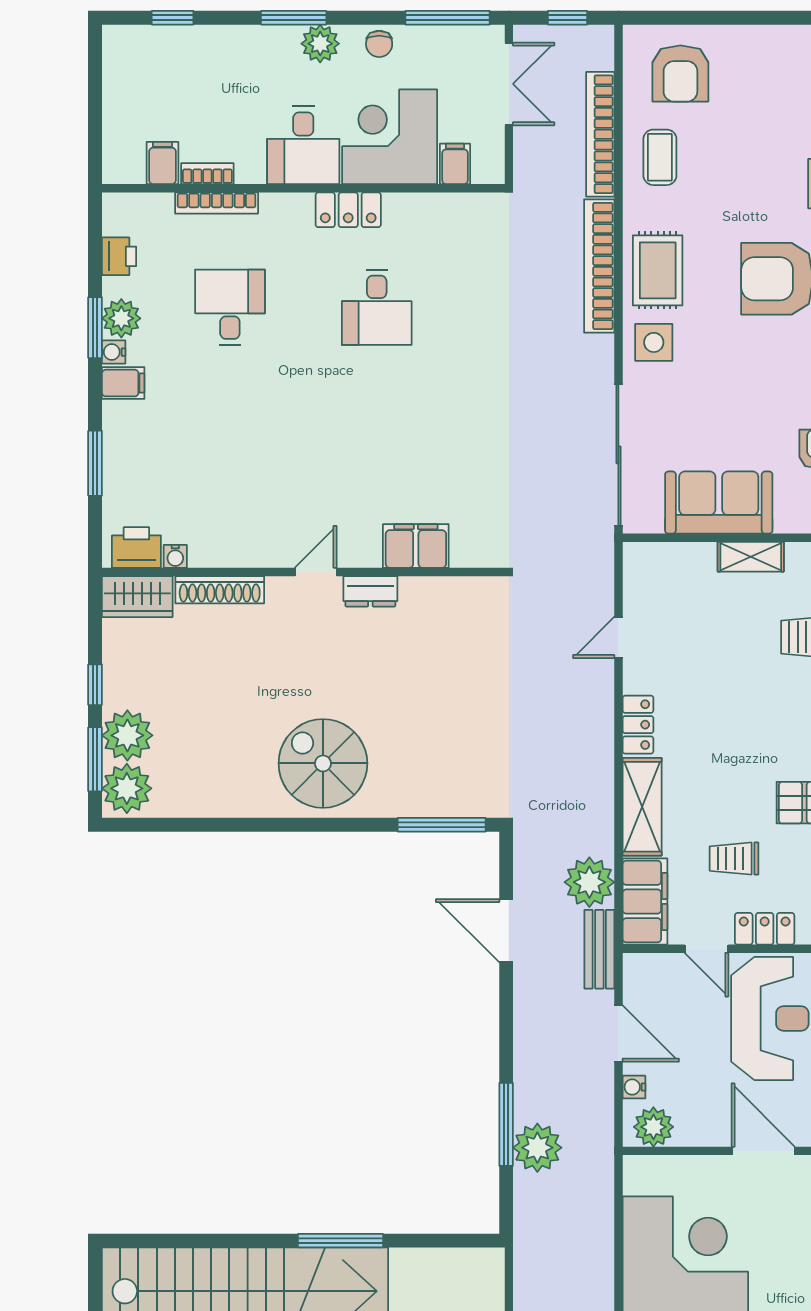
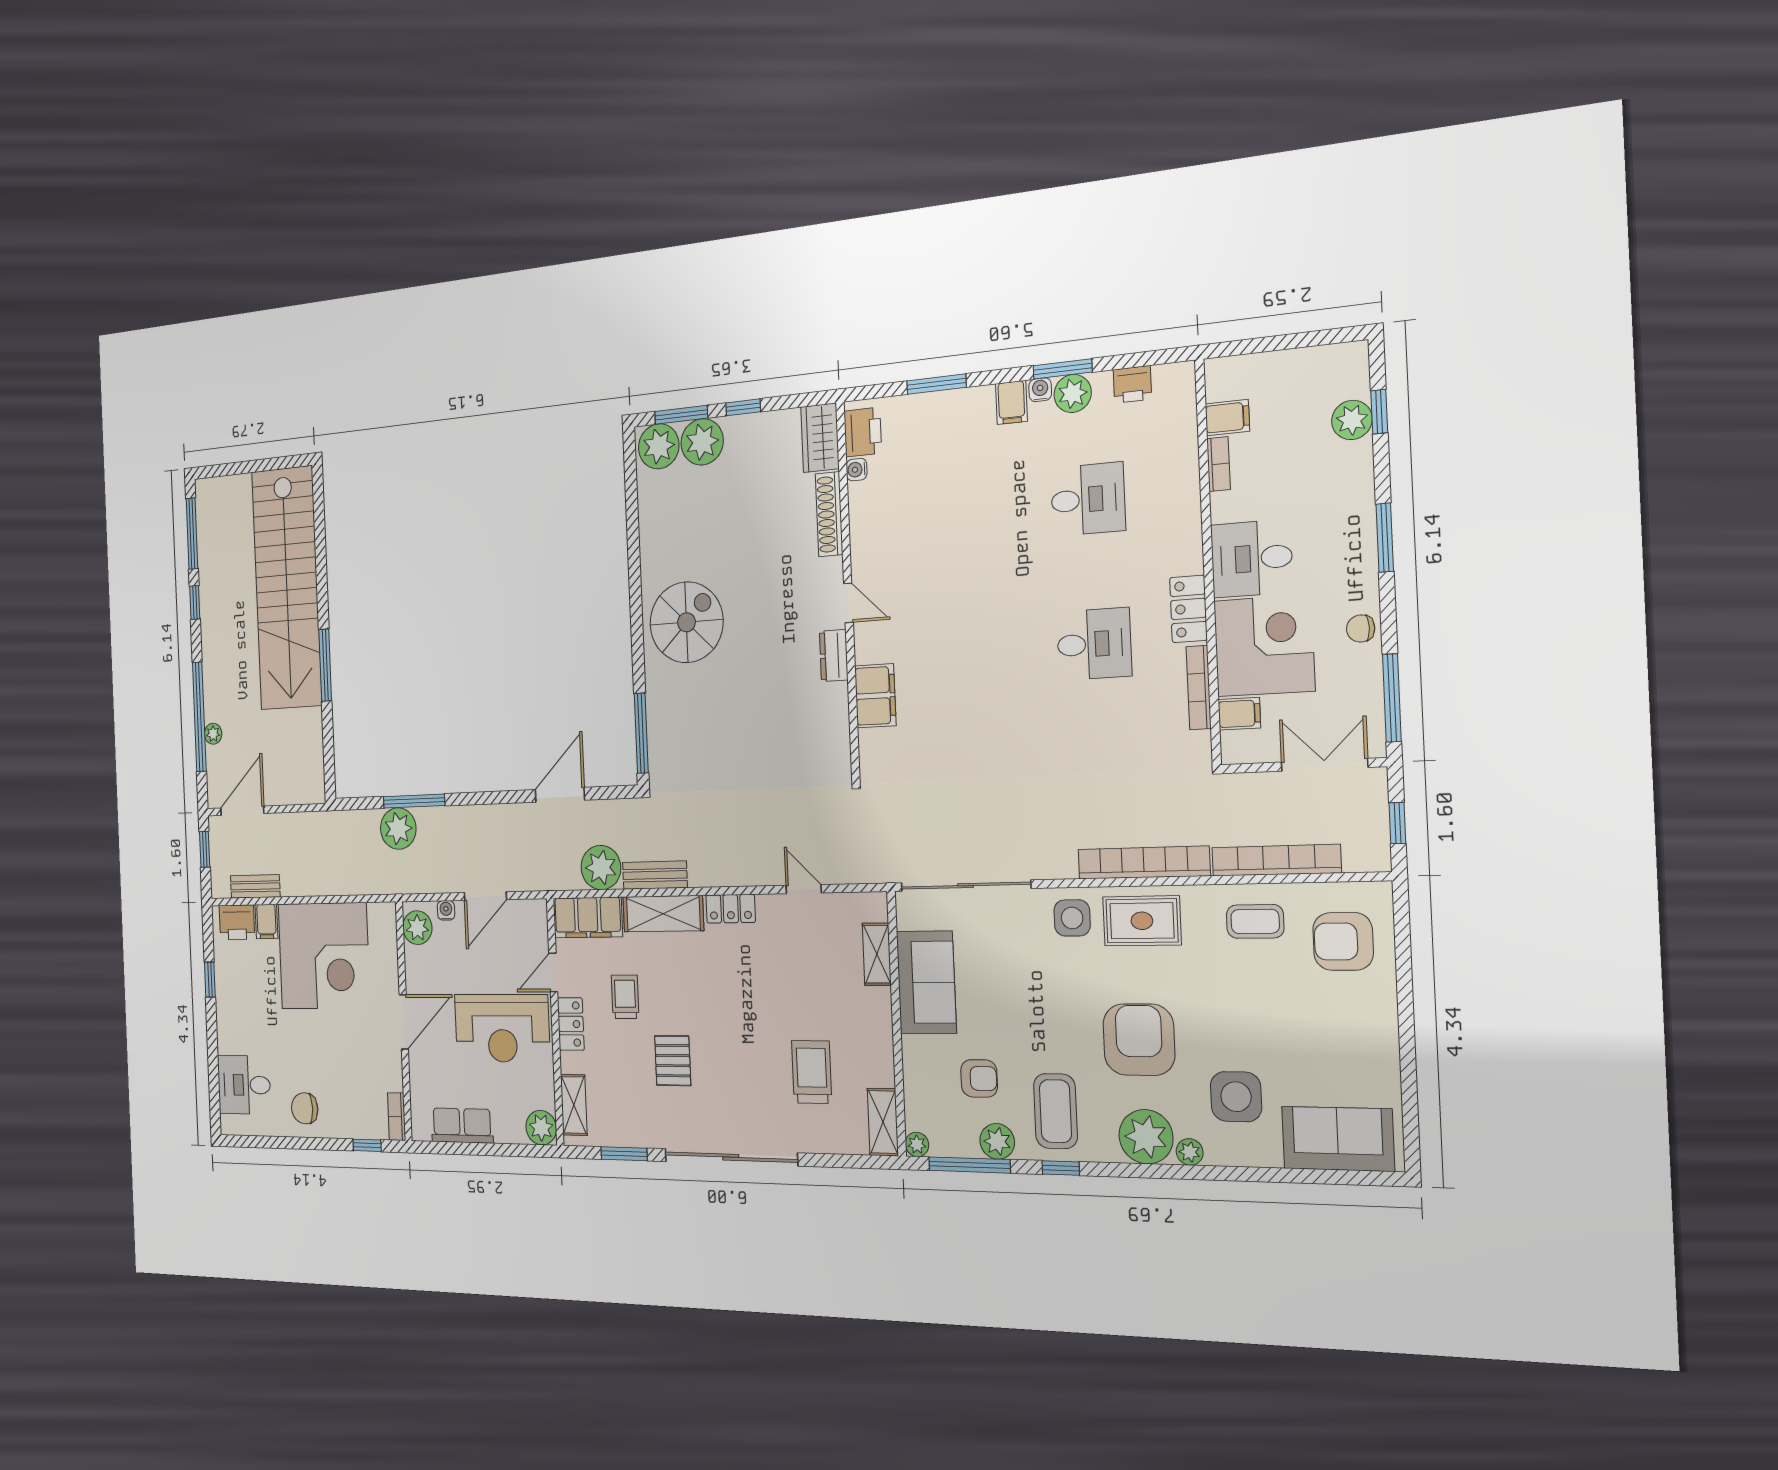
plant: (320, 44) -> (1352, 420), moved
double door: (509, 84) -> (1324, 765), swing flipped
bookcase: (217, 203) -> (1199, 688), moved
desk: (377, 307) -> (1094, 644), turned 180
shelving: (751, 557) -> (877, 954), moved
bench: (599, 949) -> (655, 875), moved

